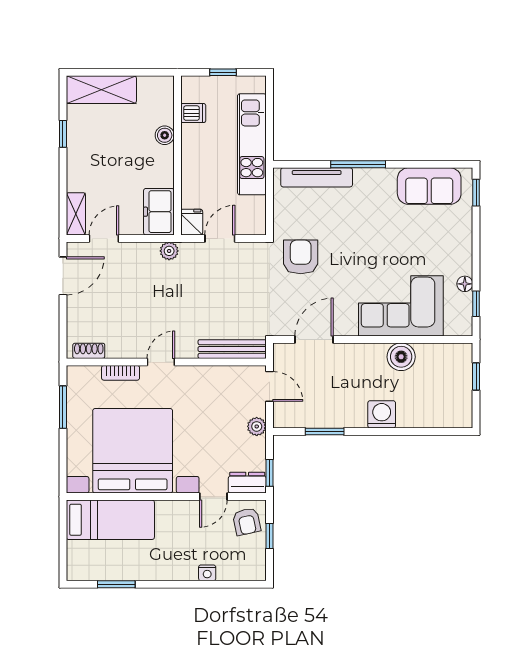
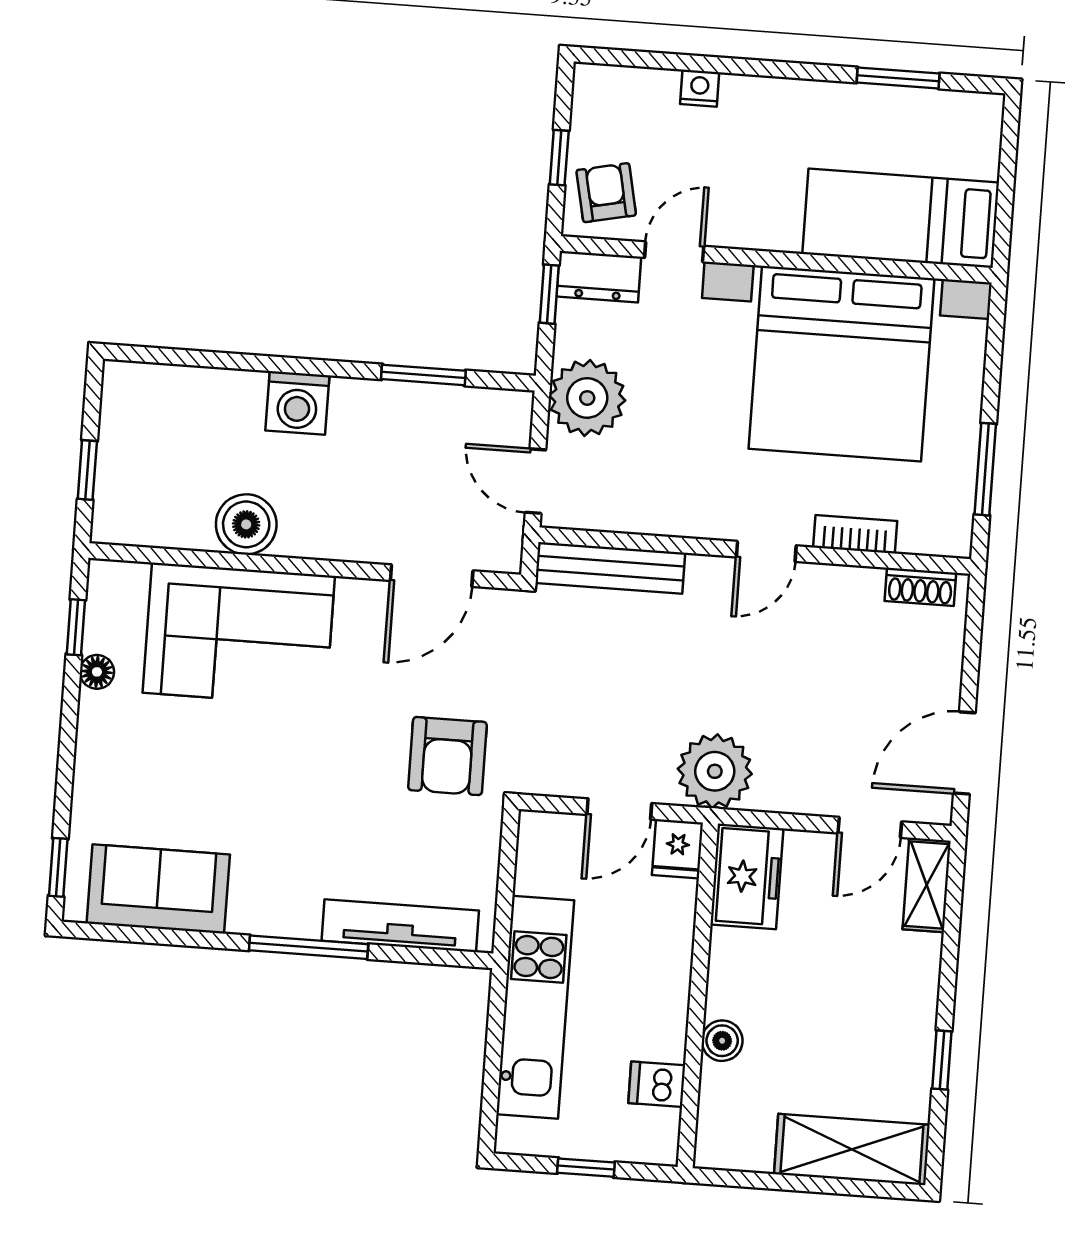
plant: (169, 251) -> (715, 771), width x1.88, depth x1.88
plant: (257, 426) -> (587, 398), width x1.87, depth x1.87

